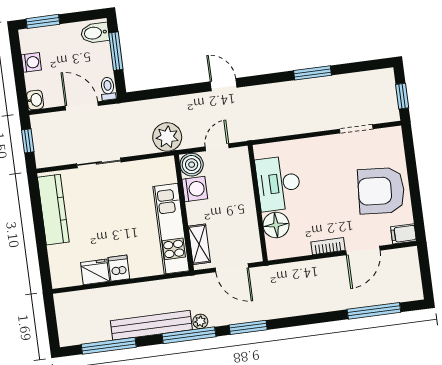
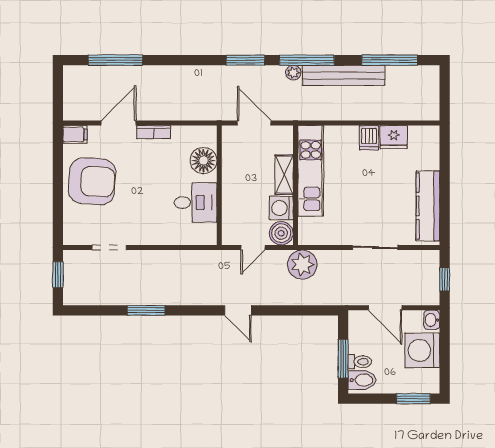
washing machine: (31, 62) -> (422, 350), width x1.89, depth x1.89
toilet: (108, 89) -> (360, 362), moved, turned -90
desk: (278, 183) -> (196, 202), width x0.73
shelving: (199, 244) -> (284, 175), moved

